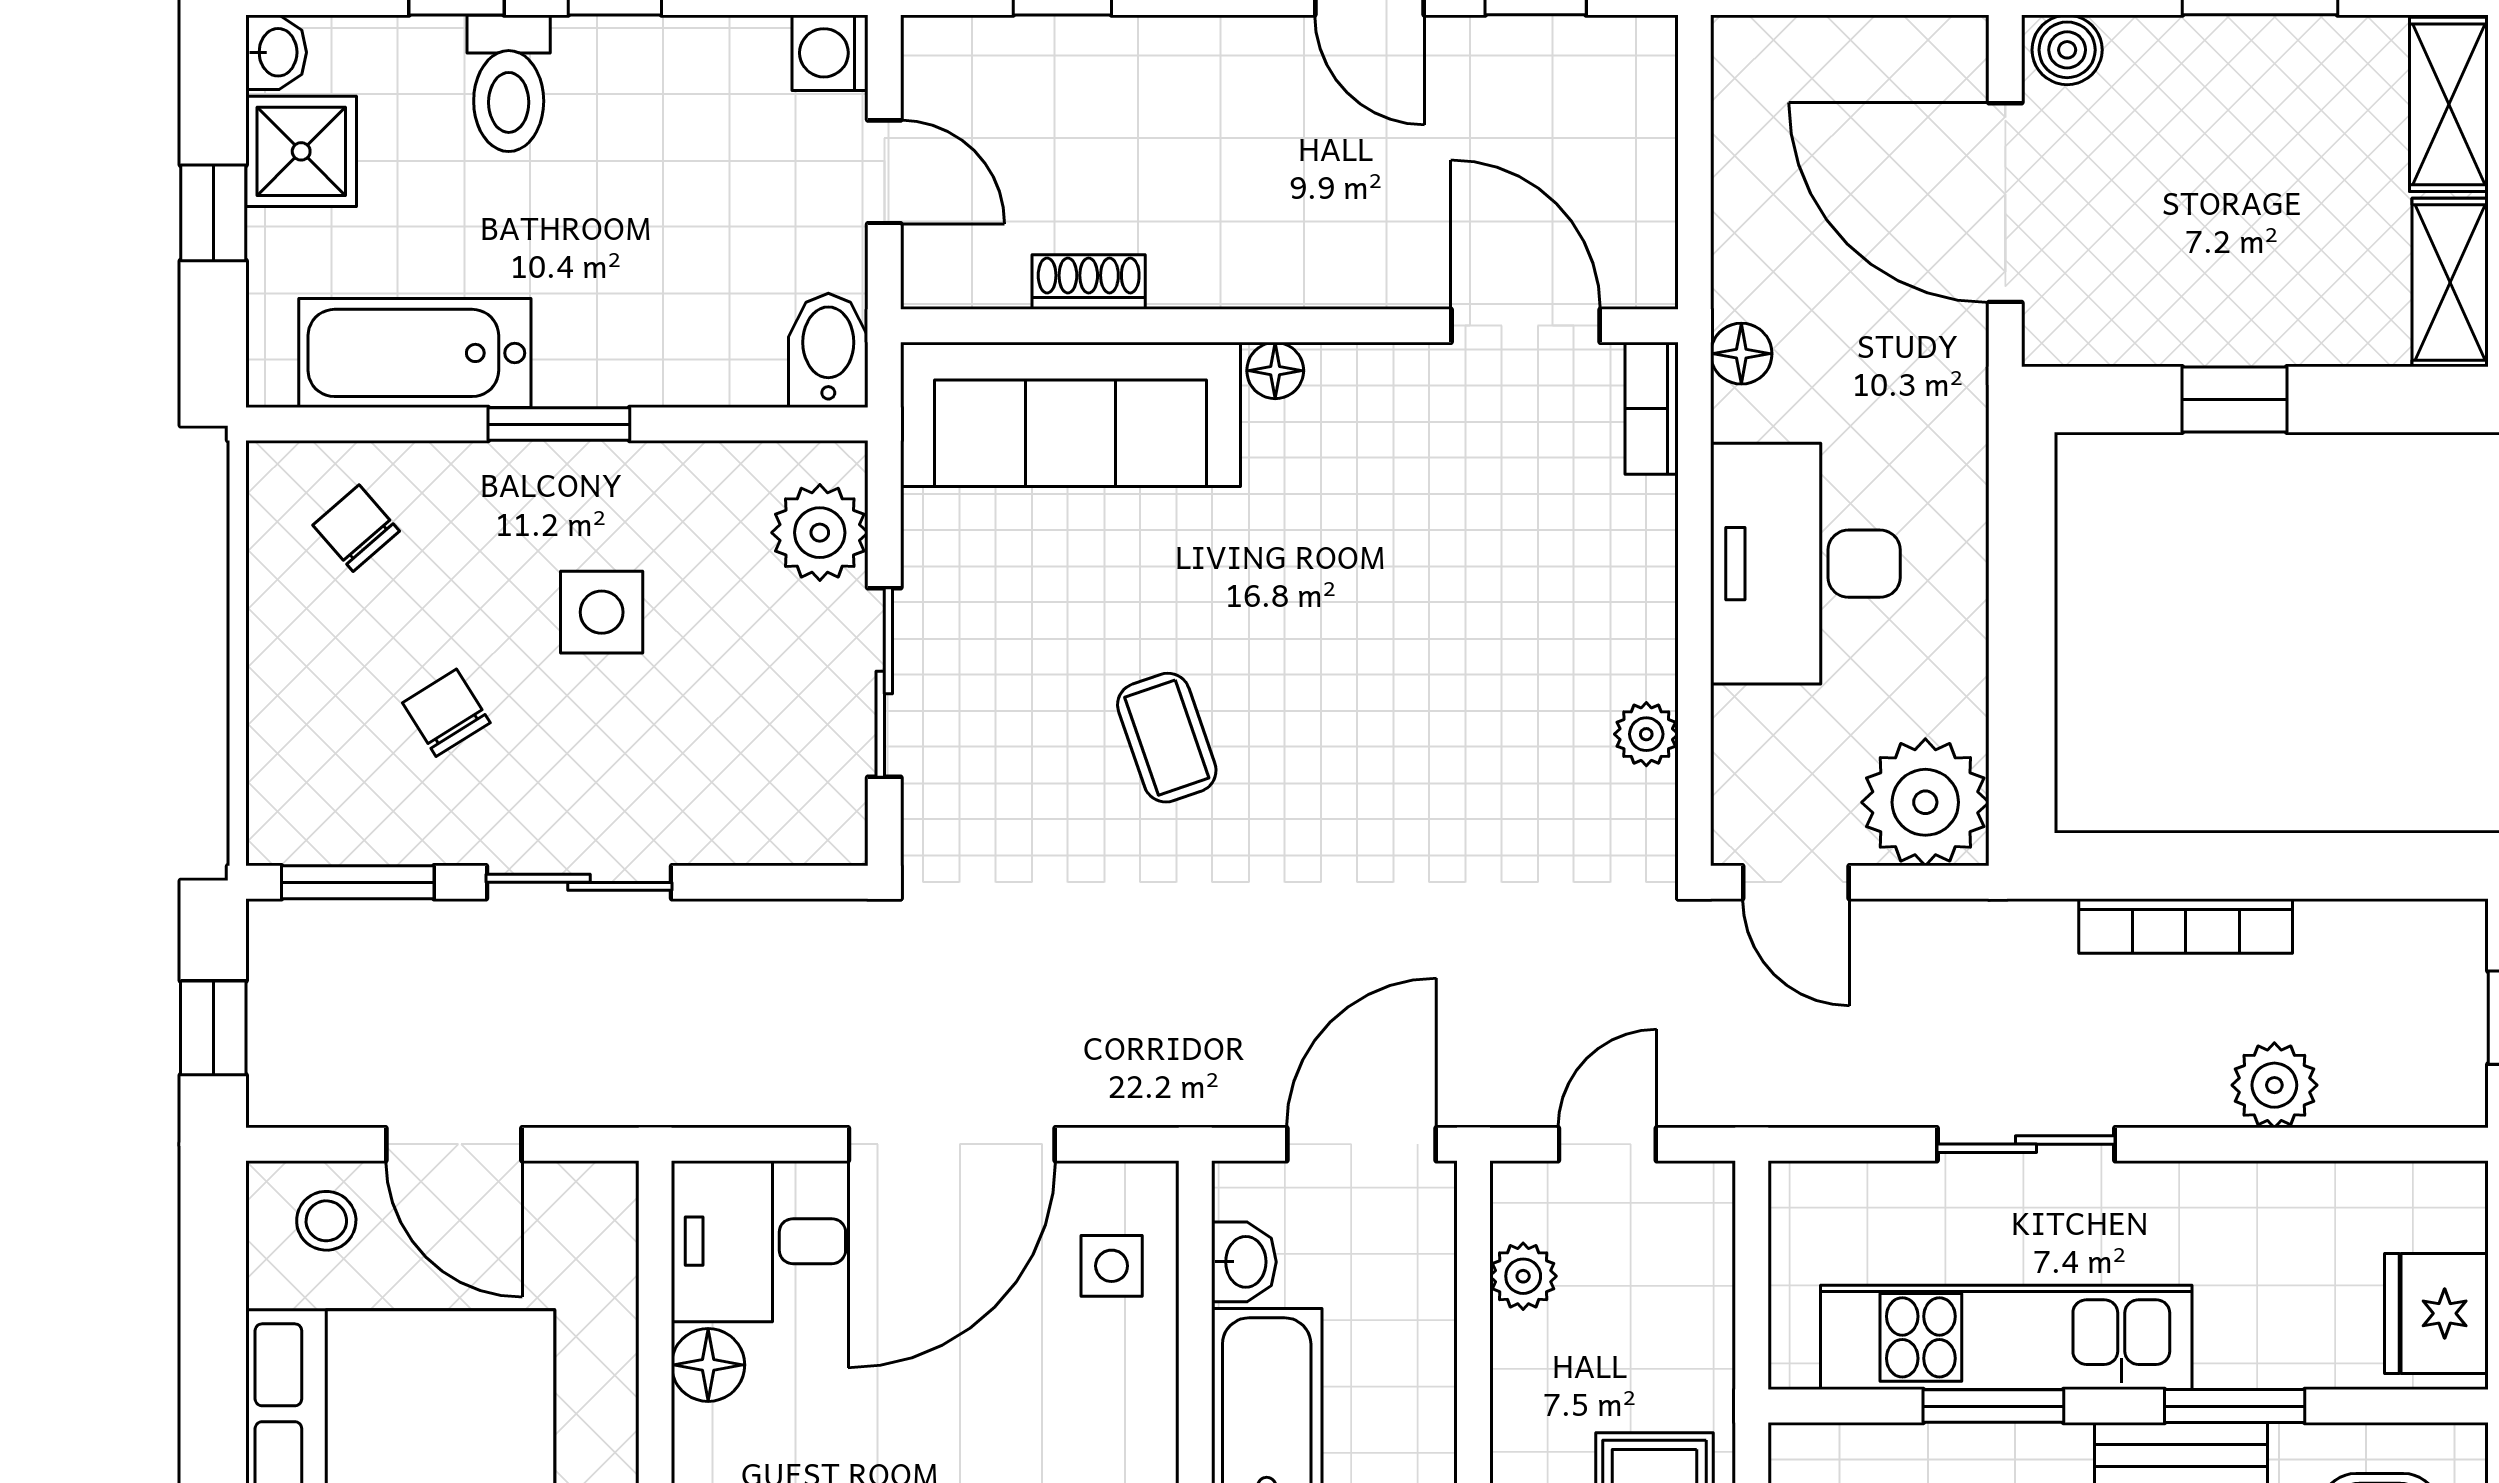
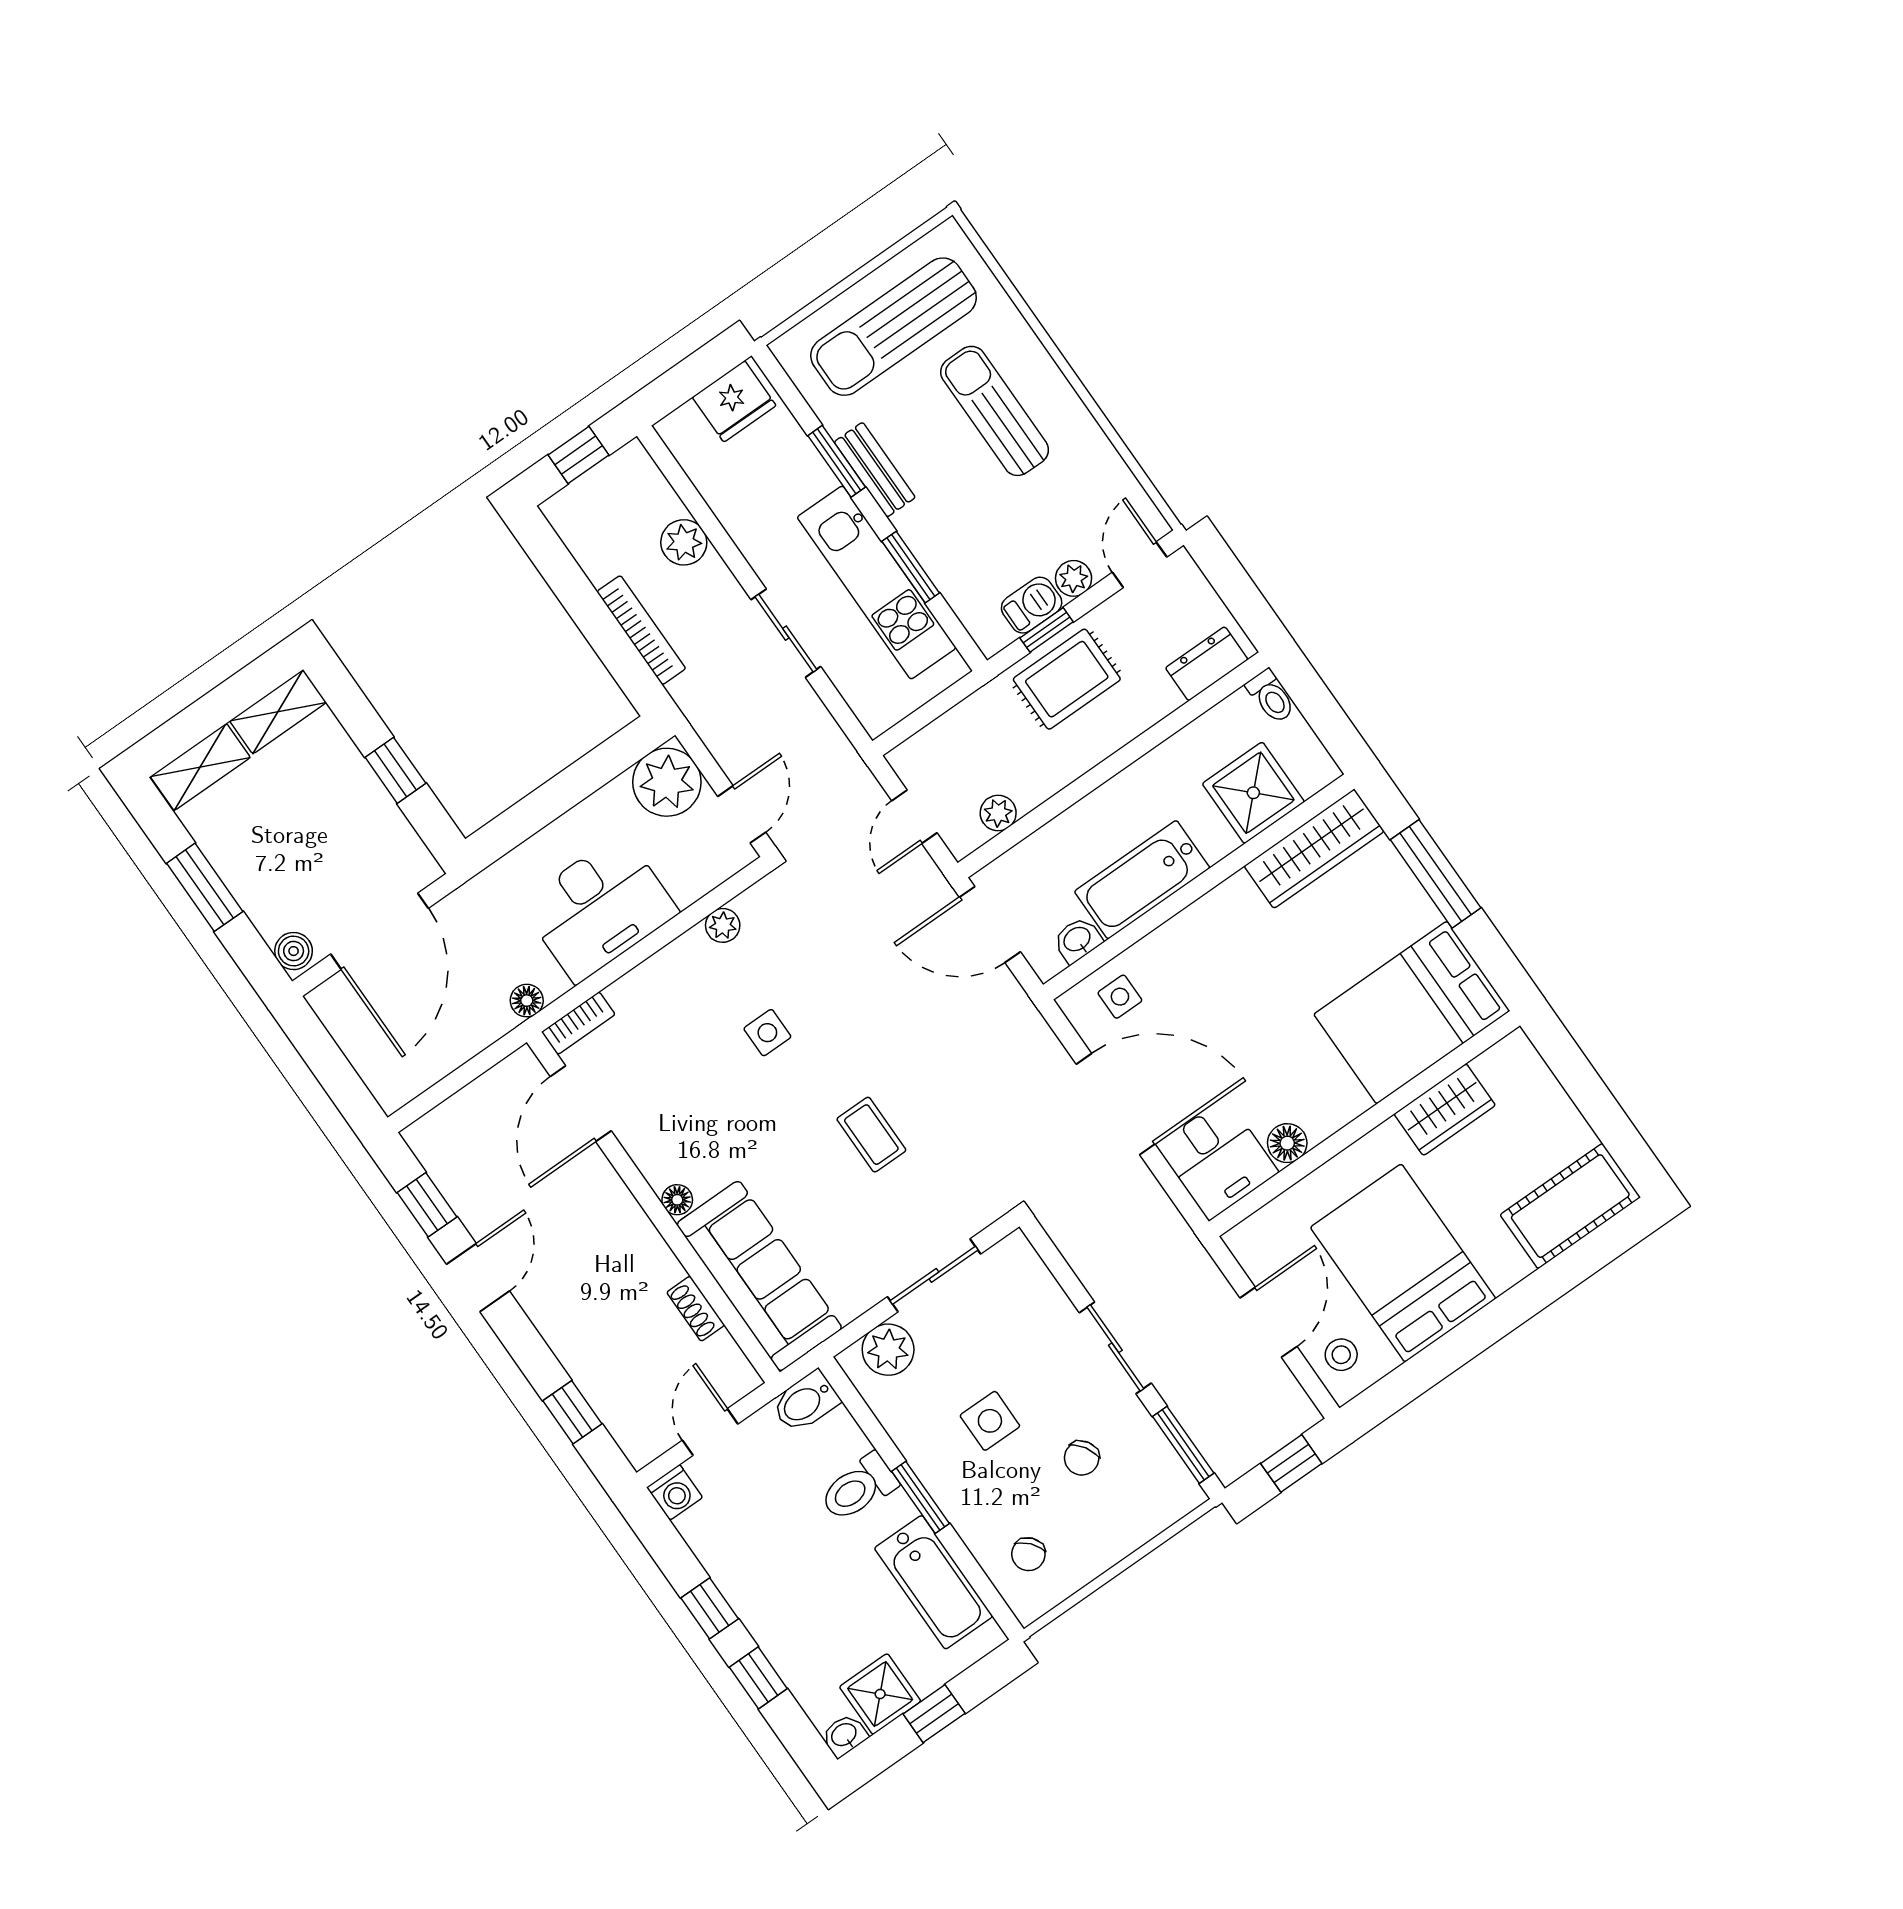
toilet: (509, 83) -> (859, 1488), moved, turned 180
side table: (1434, 688) -> (767, 1033), added
coffee table: (1167, 738) -> (871, 1135), turned -71
door: (1607, 1144) -> (914, 817), hinge flipped

